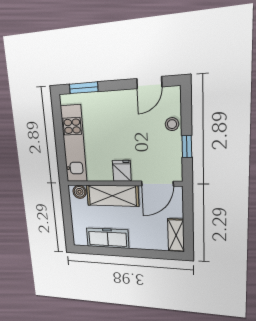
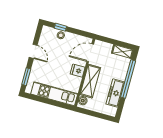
door: (149, 83) -> (33, 51), moved
window: (187, 147) -> (60, 27), moved
door: (157, 184) -> (90, 53), swing flipped
window: (135, 253) -> (128, 79), added

